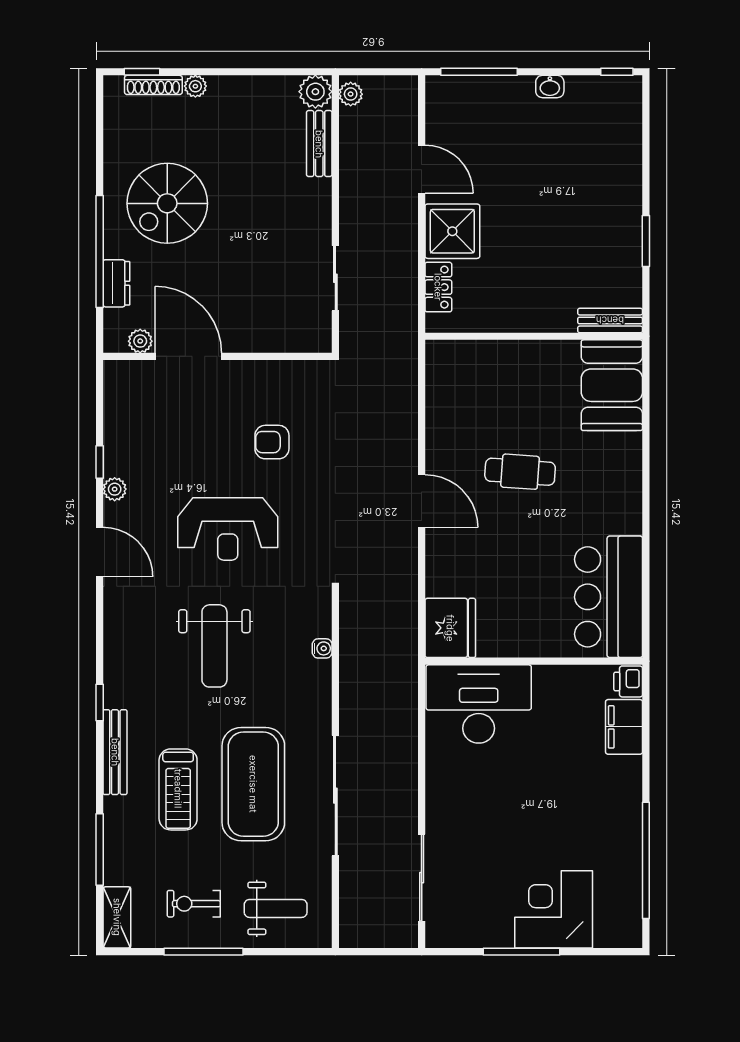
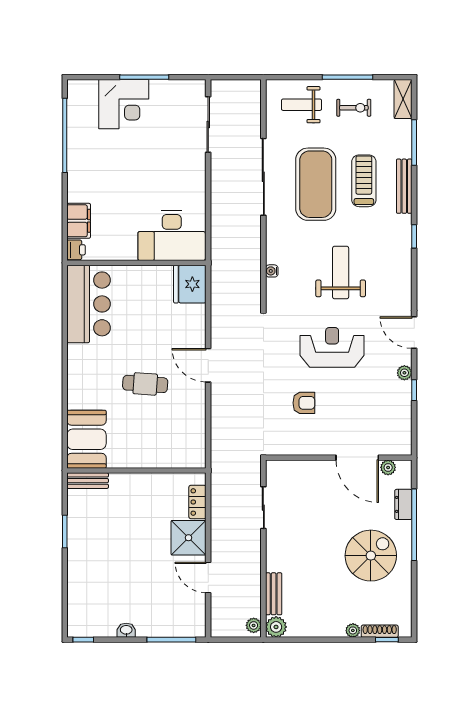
bench: (115, 752) -> (404, 186), moved

